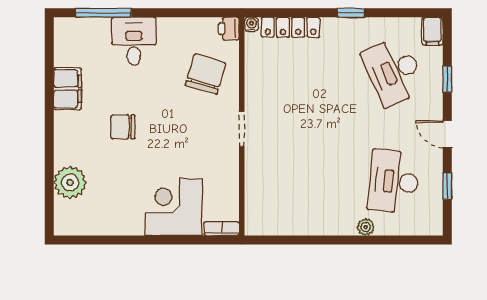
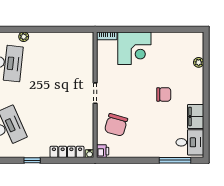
desk: (134, 41) -> (190, 142), moved, turned -90
plant: (70, 182) -> (199, 62), width x0.53, depth x0.53

